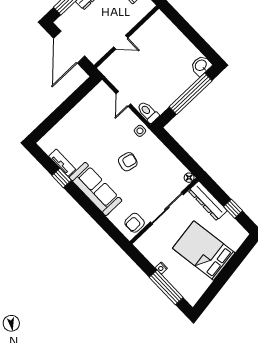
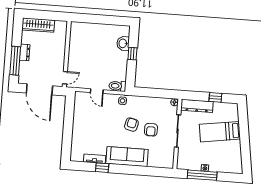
door: (121, 42) -> (65, 78), moved
washbasin: (201, 66) -> (123, 43), moved
window: (191, 94) -> (132, 54), width x0.32
armchair: (135, 223) -> (151, 130), moved
bed: (204, 251) -> (220, 132), width x0.67
window: (166, 287) -> (202, 175), moved

